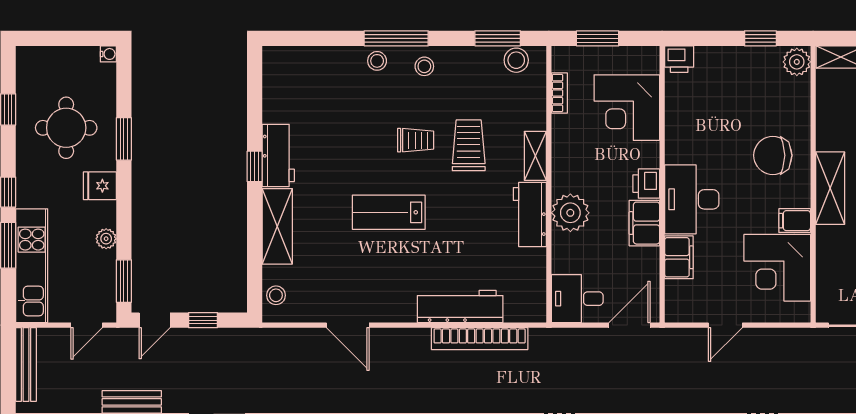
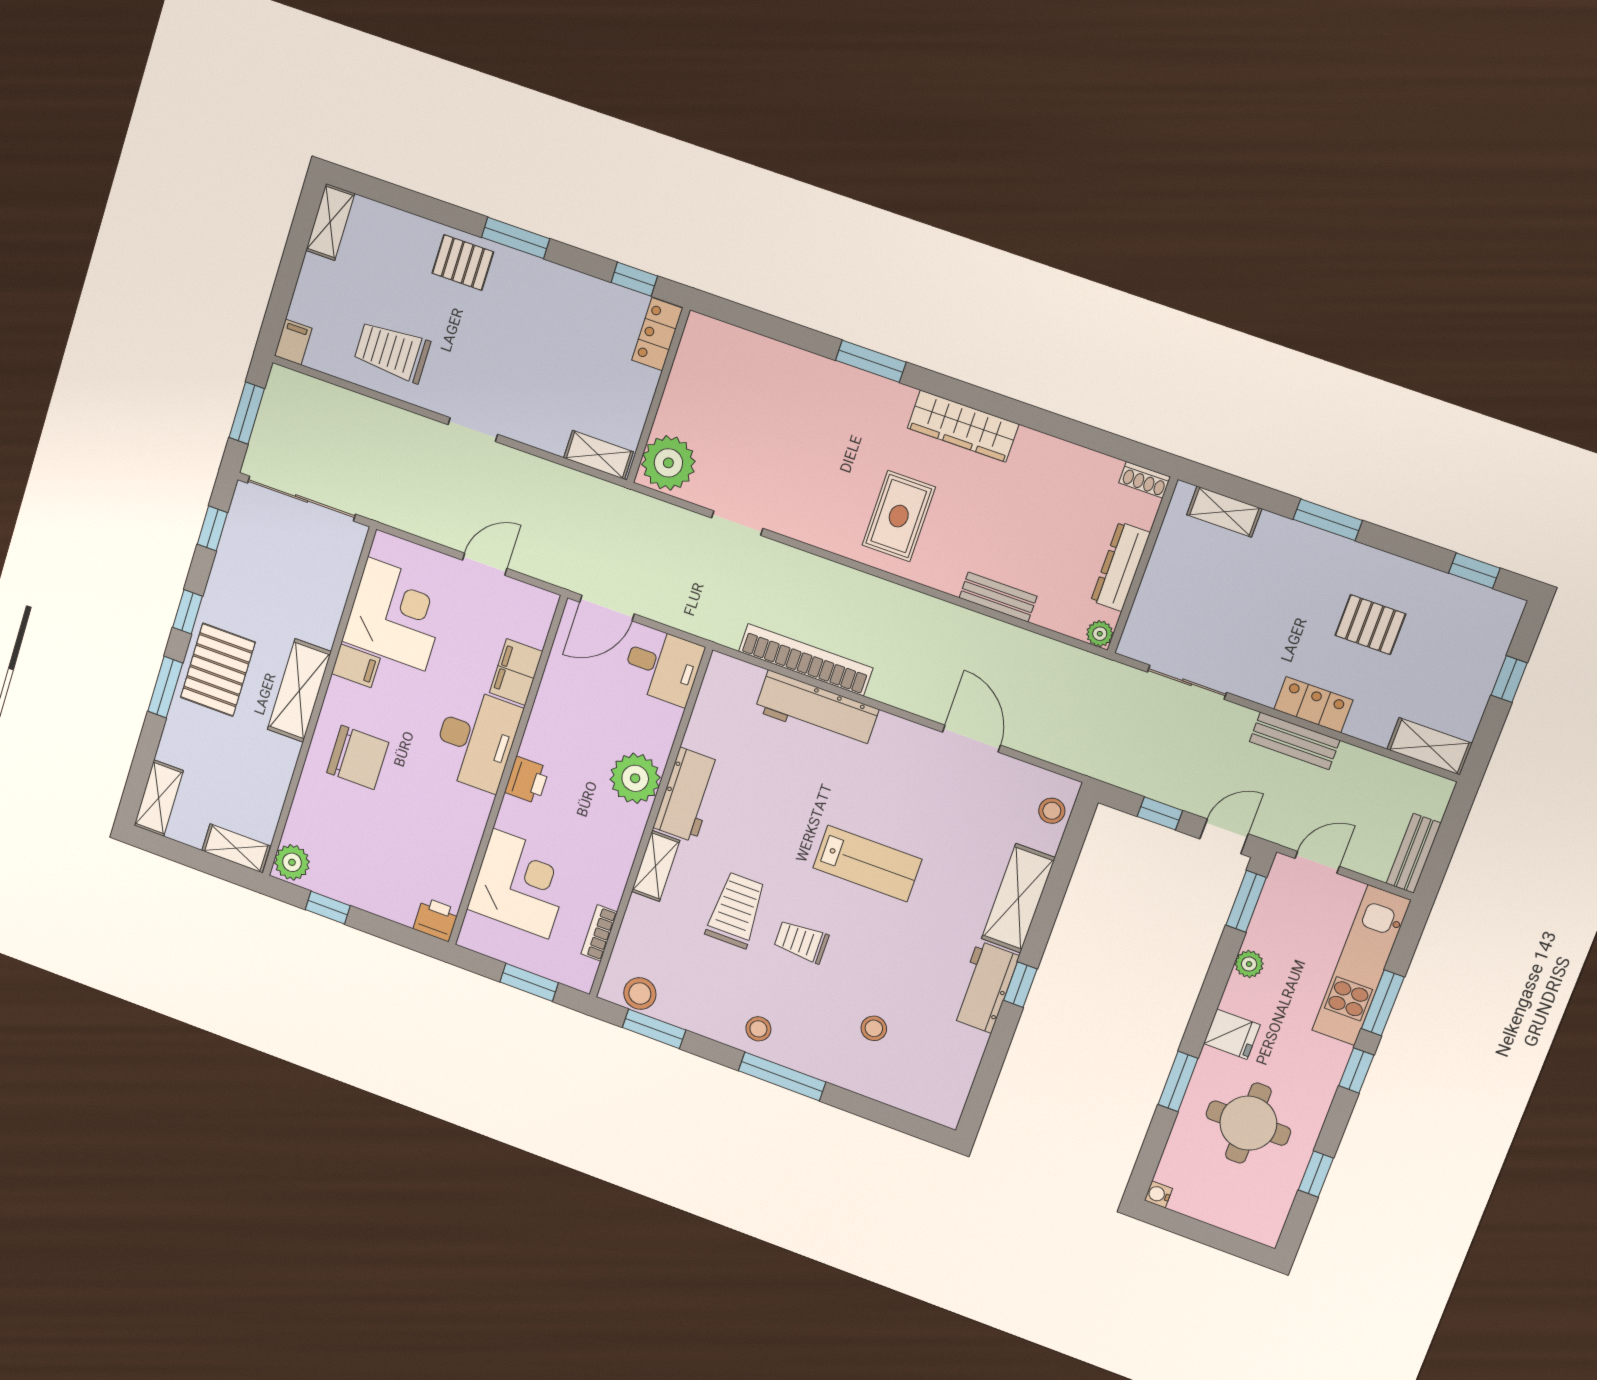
stool: (377, 61) -> (874, 1028), moved
trolley: (469, 145) -> (736, 910), turned 180
filing cabinet: (644, 223) -> (546, 731), removed
bench: (26, 365) -> (1414, 853), width x0.73

